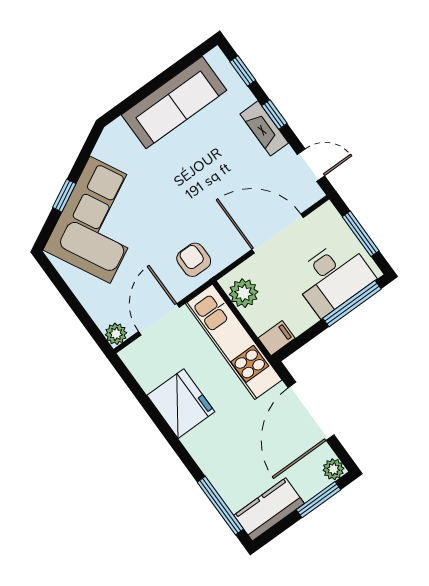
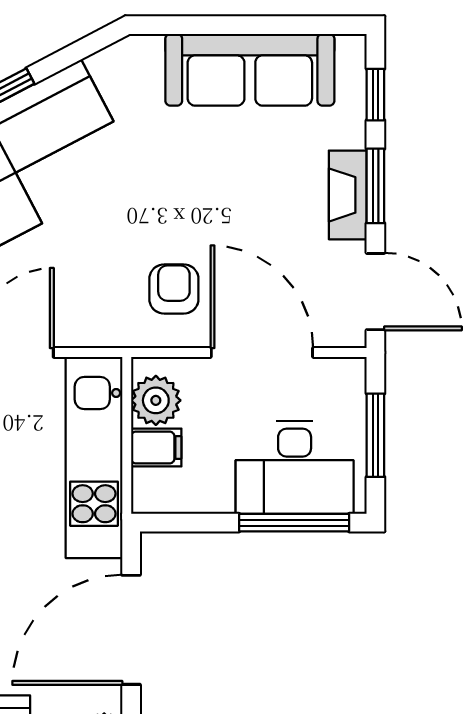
window: (274, 115) -> (375, 186), width x1.50
door: (311, 165) -> (375, 292), width x1.38
armchair: (194, 260) -> (174, 289), moved
filing cabinet: (277, 338) -> (156, 448), moved

